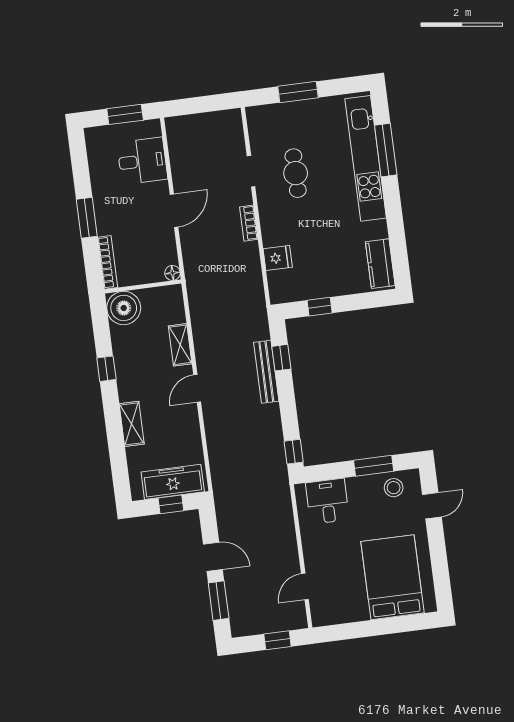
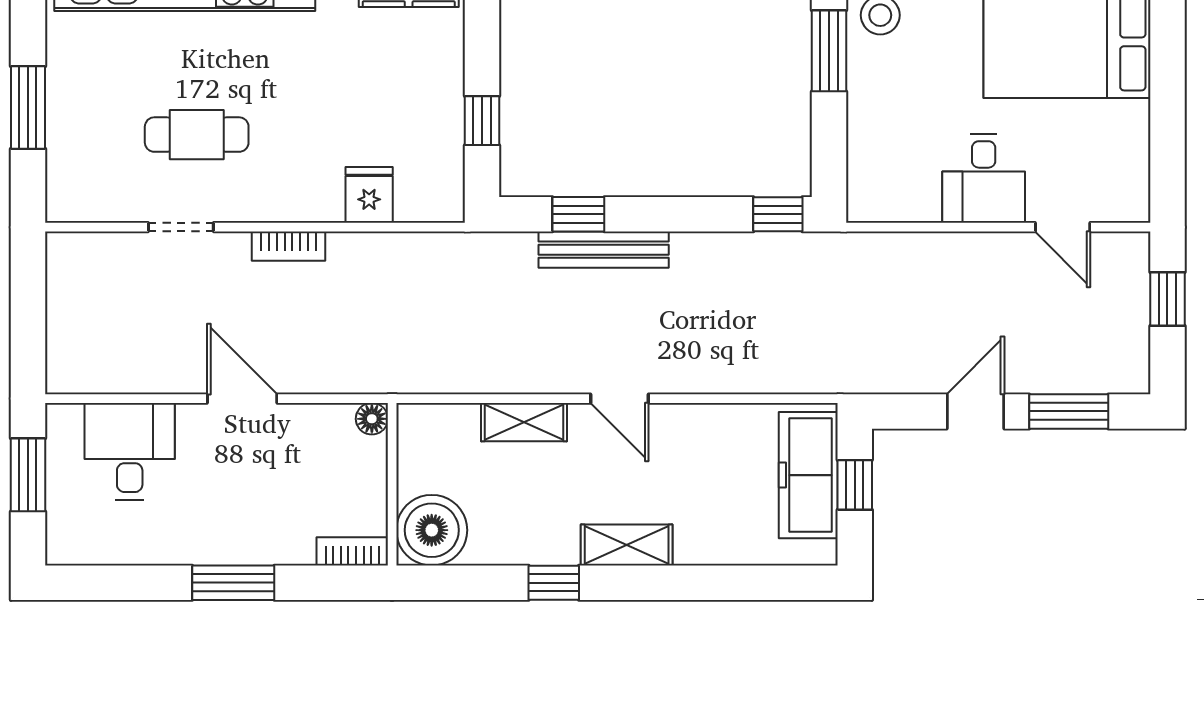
bookcase: (108, 262) -> (352, 551), width x0.64
shelving: (132, 424) -> (627, 545), moved
desk: (327, 501) -> (984, 178), moved, turned -90

